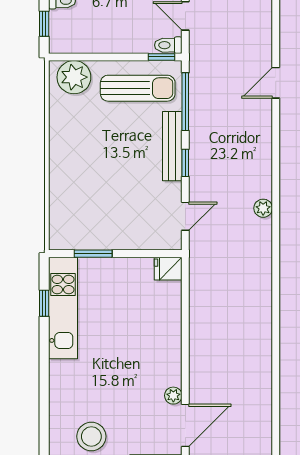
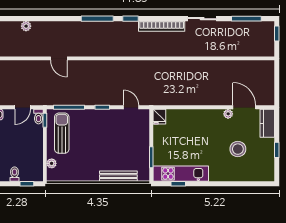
plant: (74, 77) -> (52, 163), width x0.53, depth x0.53
bench: (172, 146) -> (118, 176), moved
plant: (263, 208) -> (127, 65), removed
stool: (91, 436) -> (238, 149), moved

